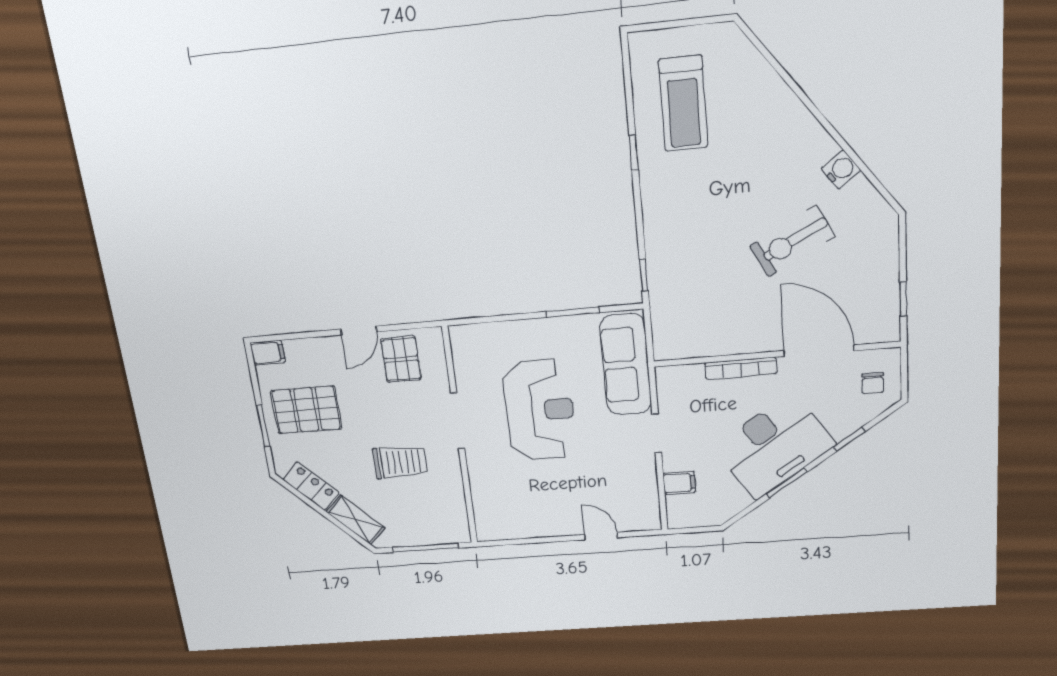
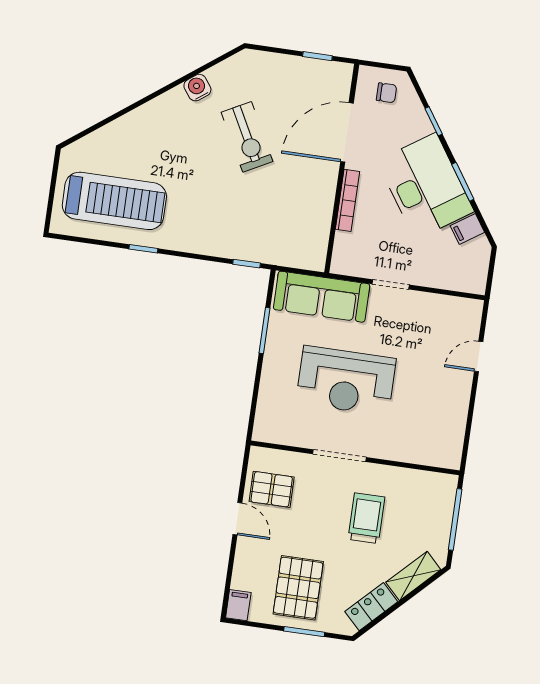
treadmill: (683, 104) -> (114, 201), width x1.37, depth x1.37
reception desk: (540, 410) -> (346, 381), turned 180
filing cabinet: (679, 483) -> (467, 229), moved, turned -124

